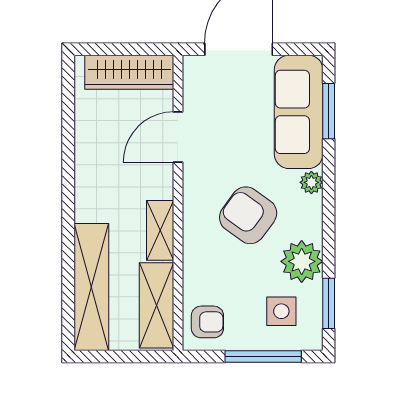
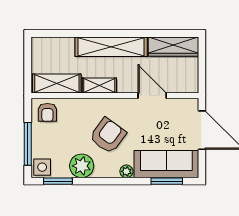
wardrobe: (129, 72) -> (173, 47), moved, turned -90
shelving: (91, 287) -> (111, 47), moved
side table: (281, 311) -> (42, 167), moved

